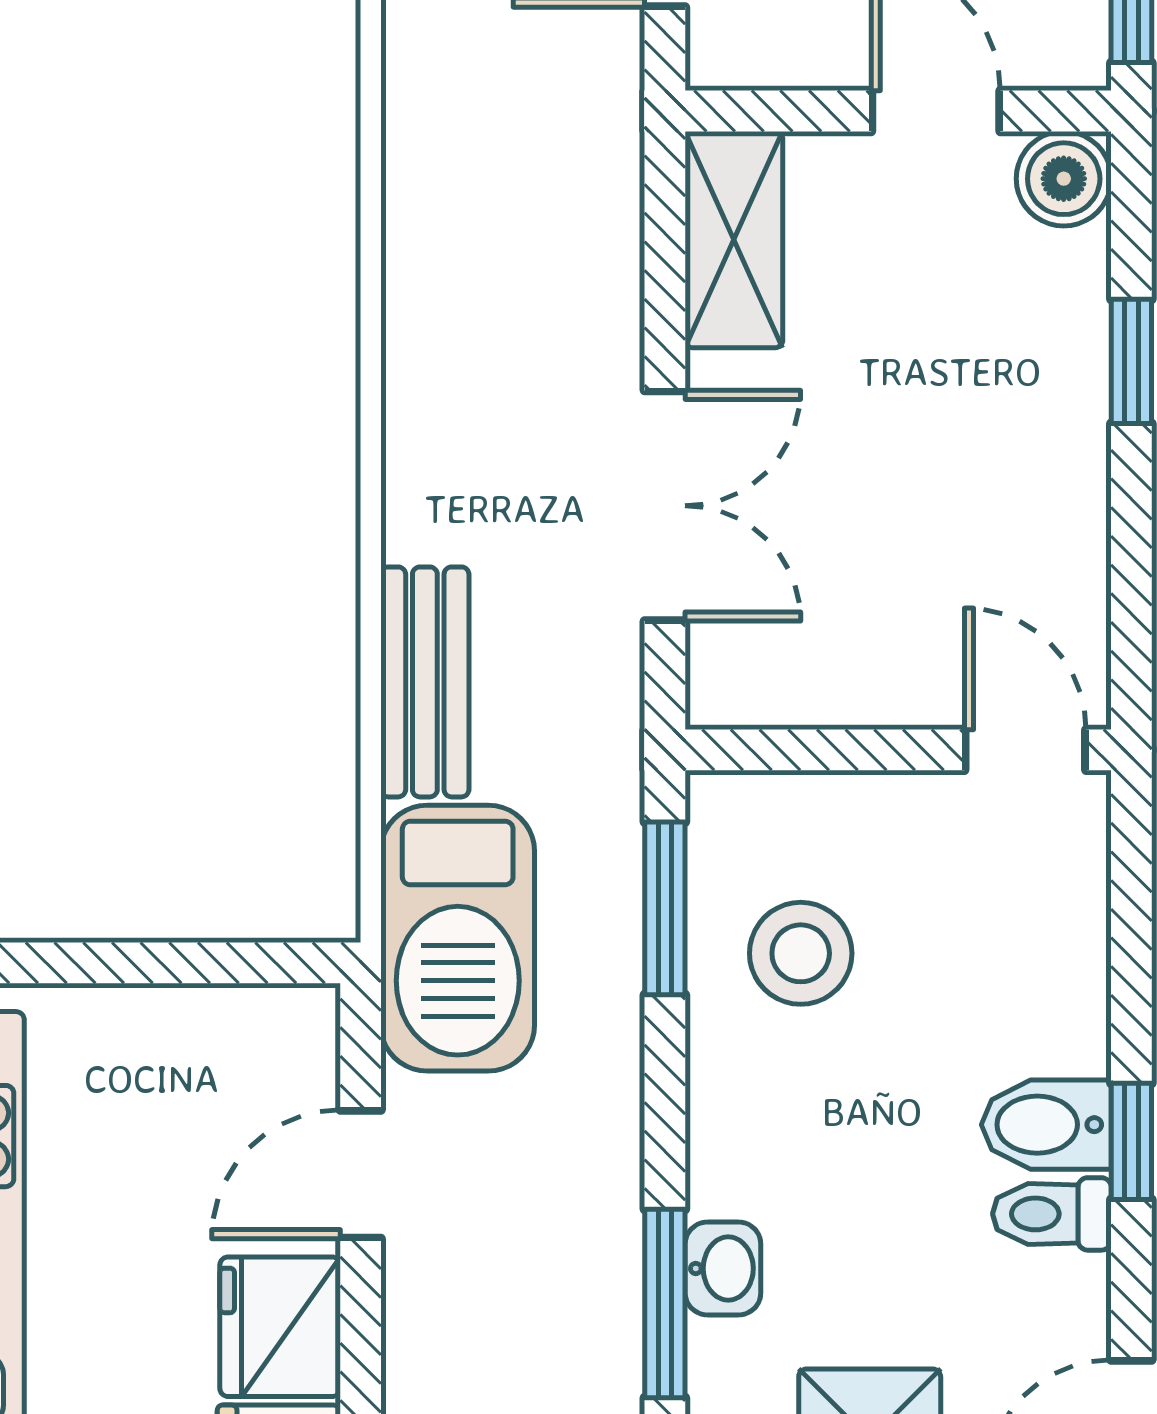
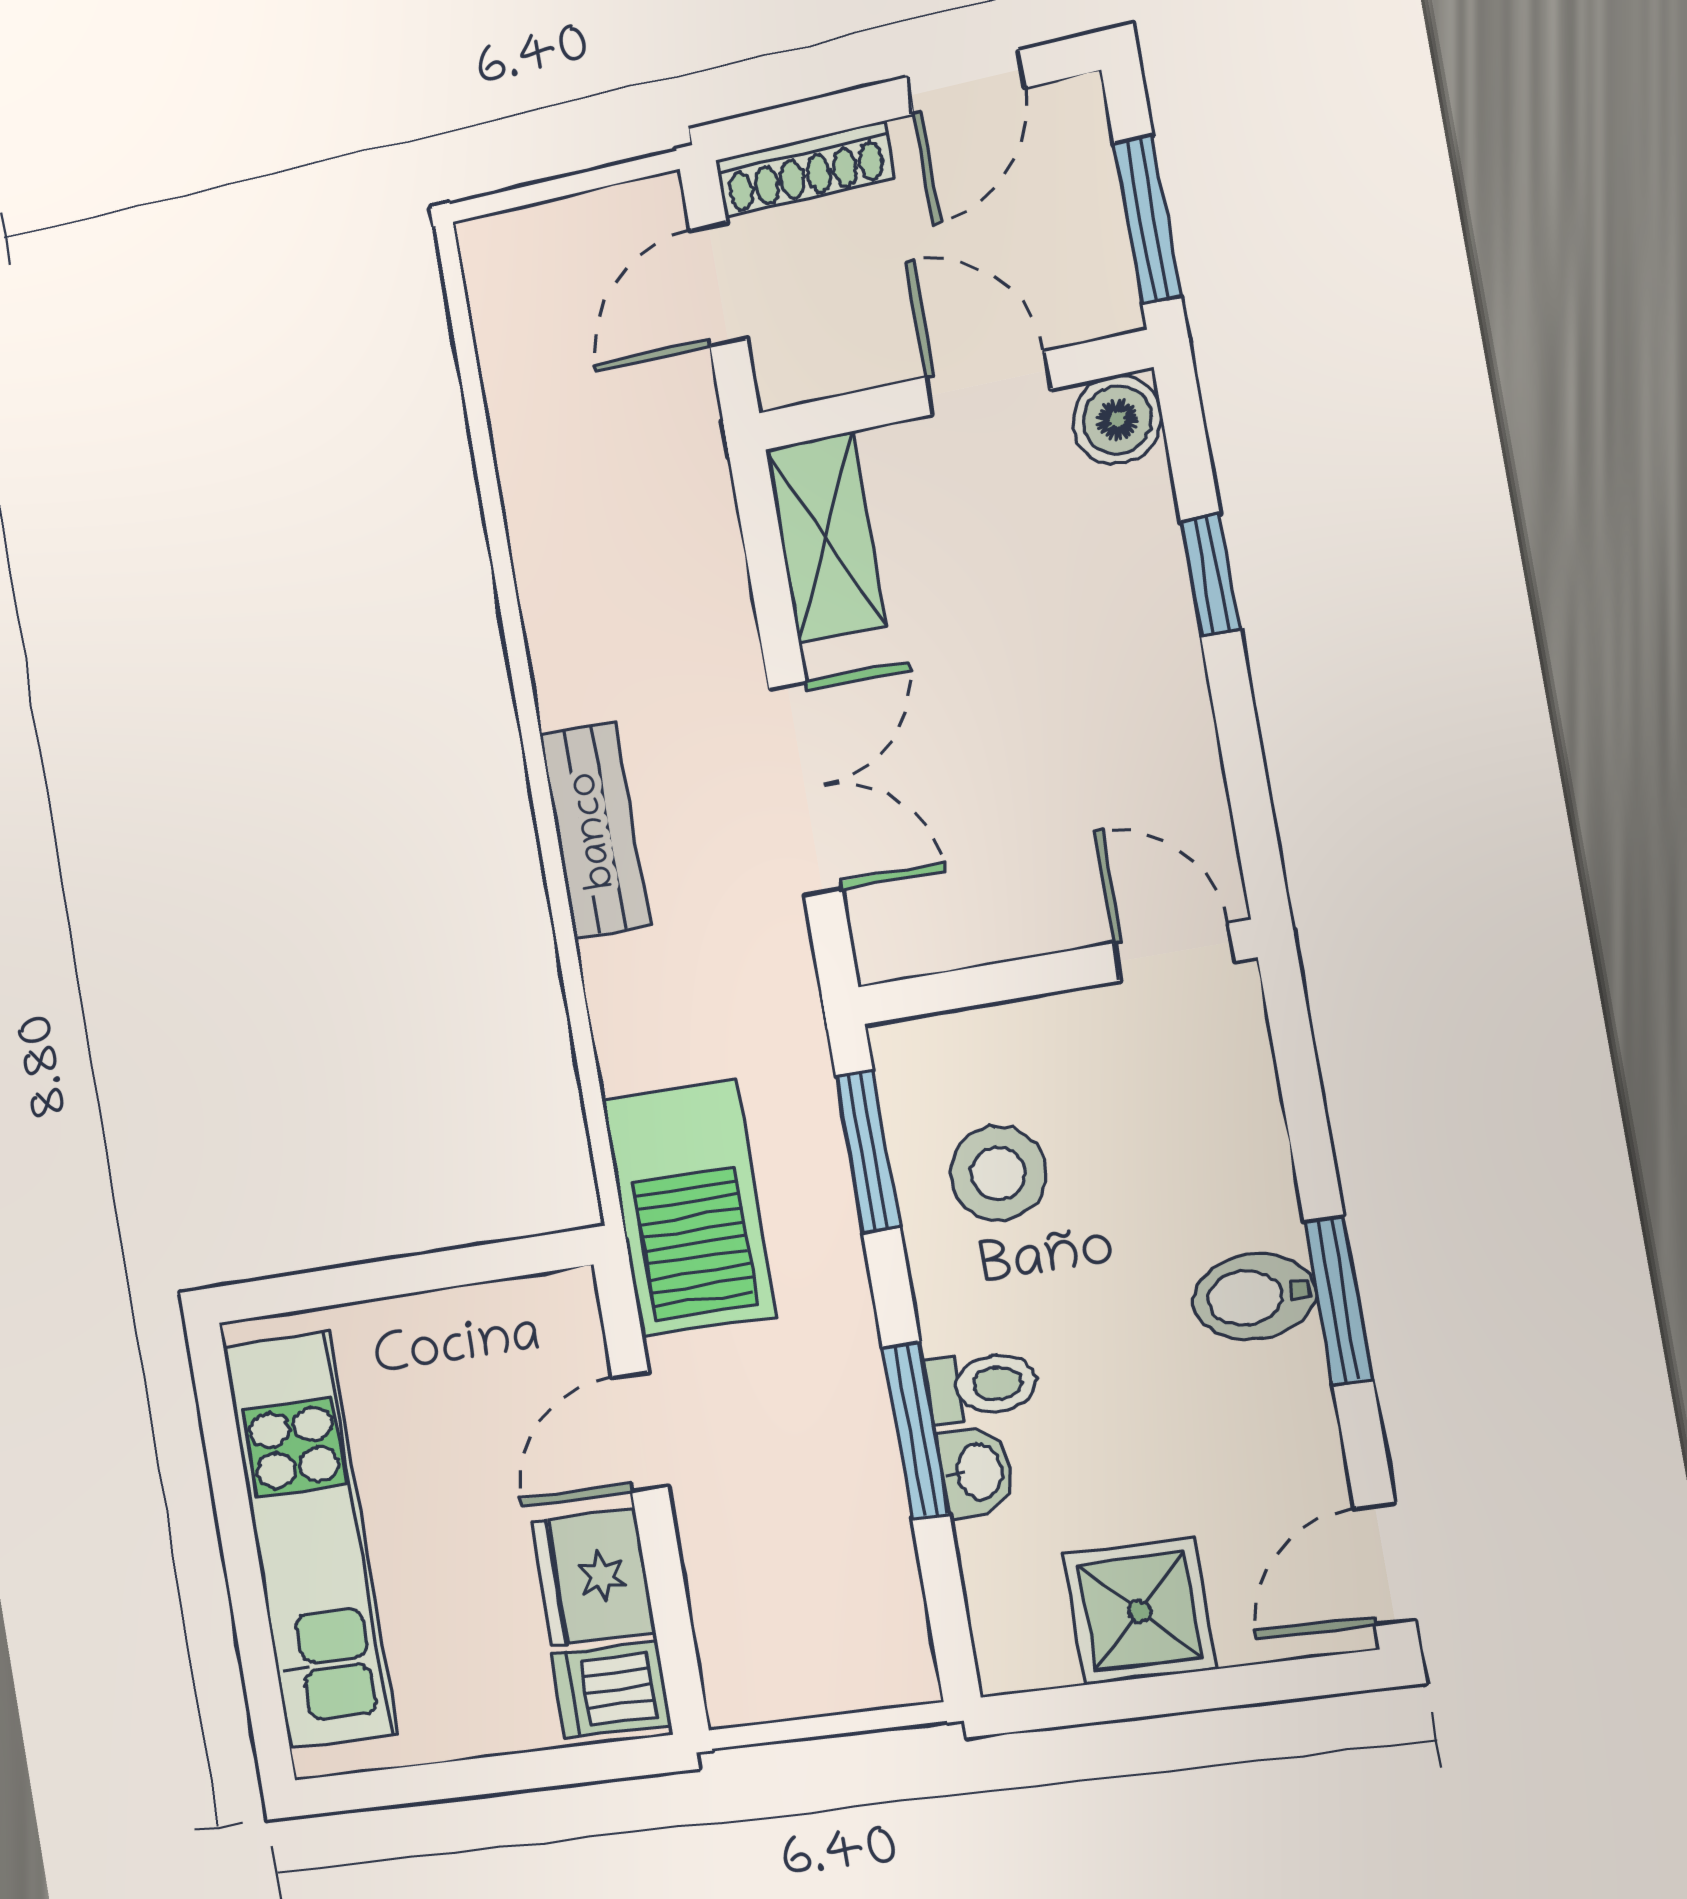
bench: (425, 682) -> (595, 830), moved
window: (1131, 1141) -> (1338, 1300), width x1.50
toilet: (1052, 1214) -> (982, 1386), moved, turned 180
window: (665, 1304) -> (916, 1431), moved

